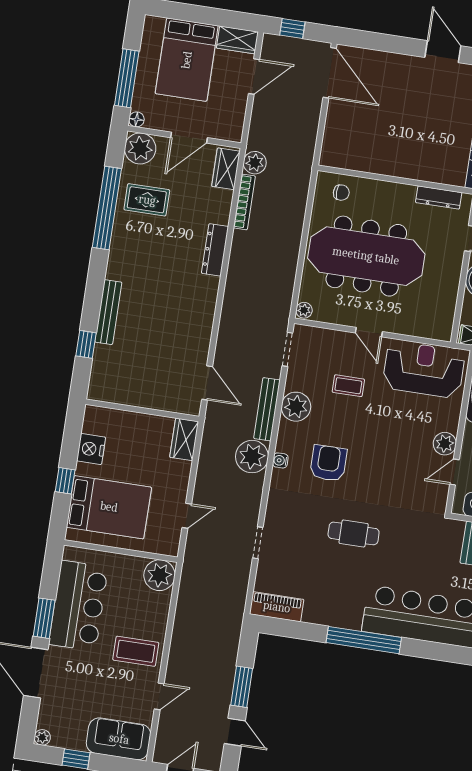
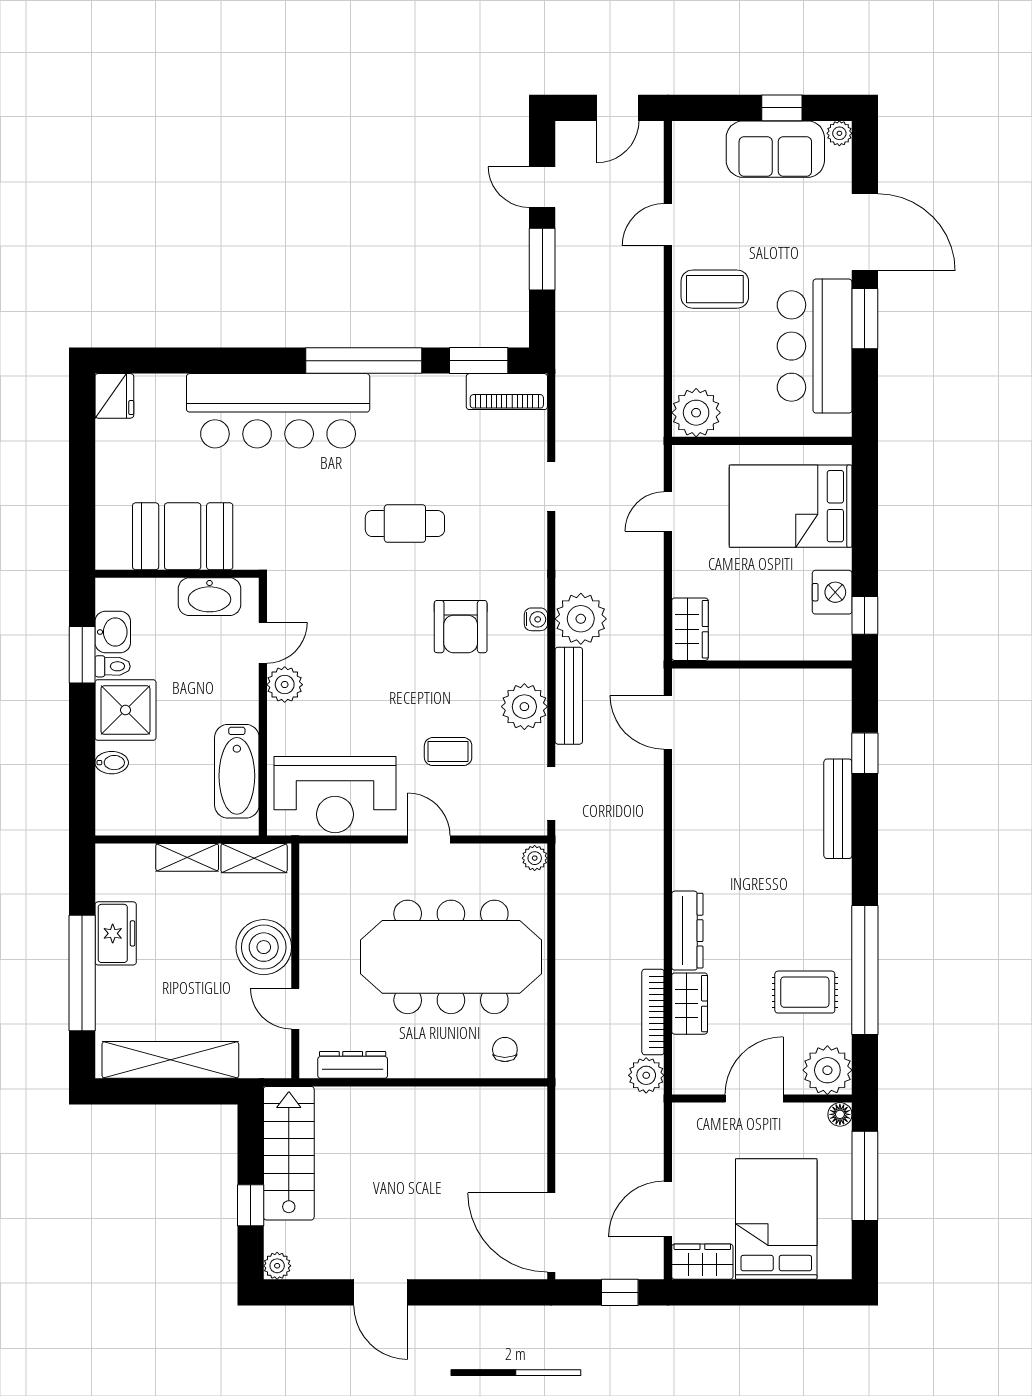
wardrobe: (226, 169) -> (690, 1004), moved
chair: (341, 193) -> (505, 1050), turned 90
window: (65, 481) -> (865, 615), moved
window: (291, 629) -> (479, 361), added
sofa: (119, 739) -> (775, 149), moved

